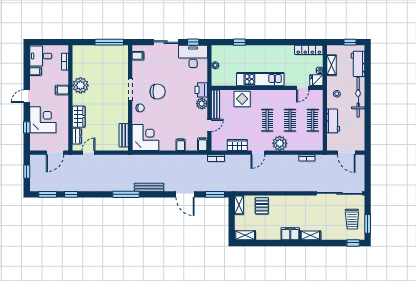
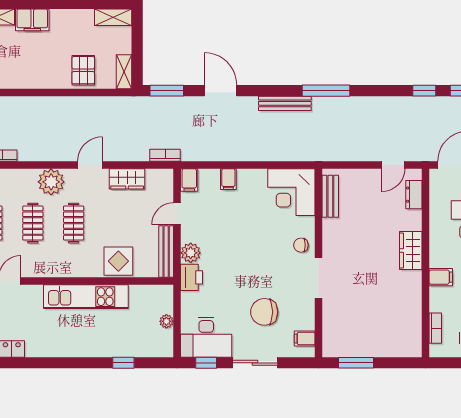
window: (109, 42) -> (356, 363), width x0.69
plant: (80, 85) -> (408, 286), removed
chair: (158, 92) -> (264, 312), moved
wardrobe: (79, 117) -> (411, 250), moved

